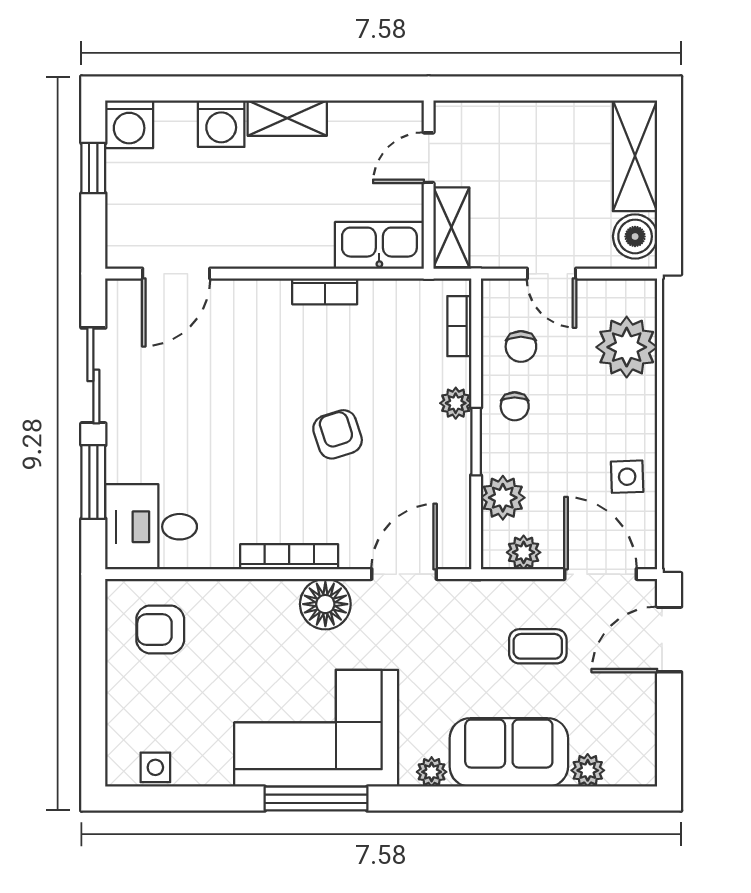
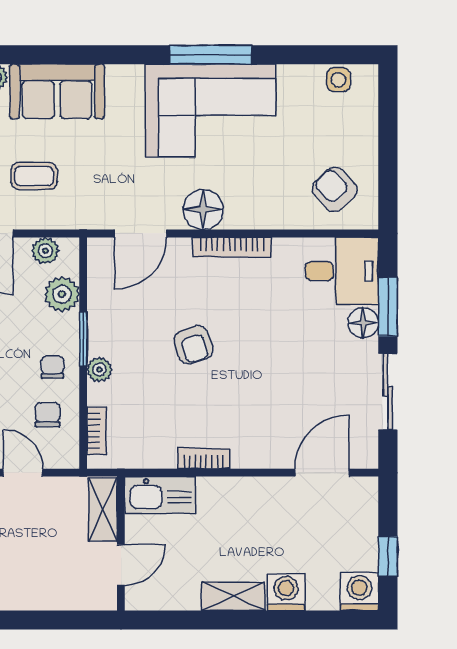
floor lamp: (124, 462) -> (363, 323), added
armchair: (160, 629) -> (335, 189), turned -132
plant: (432, 772) -> (119, 76), removed

